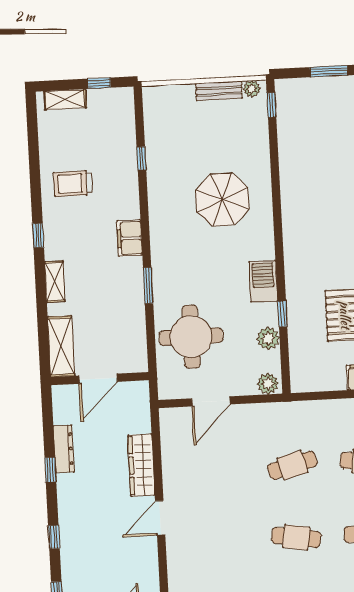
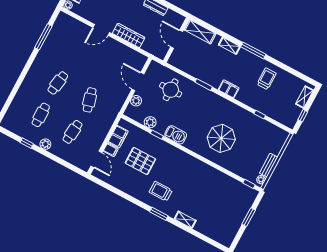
window: (38, 236) -> (253, 50), width x2.17
round table: (191, 337) -> (171, 90), width x0.73, depth x0.73
filing cabinet: (326, 378) -> (118, 137), added
plant: (268, 384) -> (136, 101), moved
door: (160, 518) -> (101, 30), swing flipped

